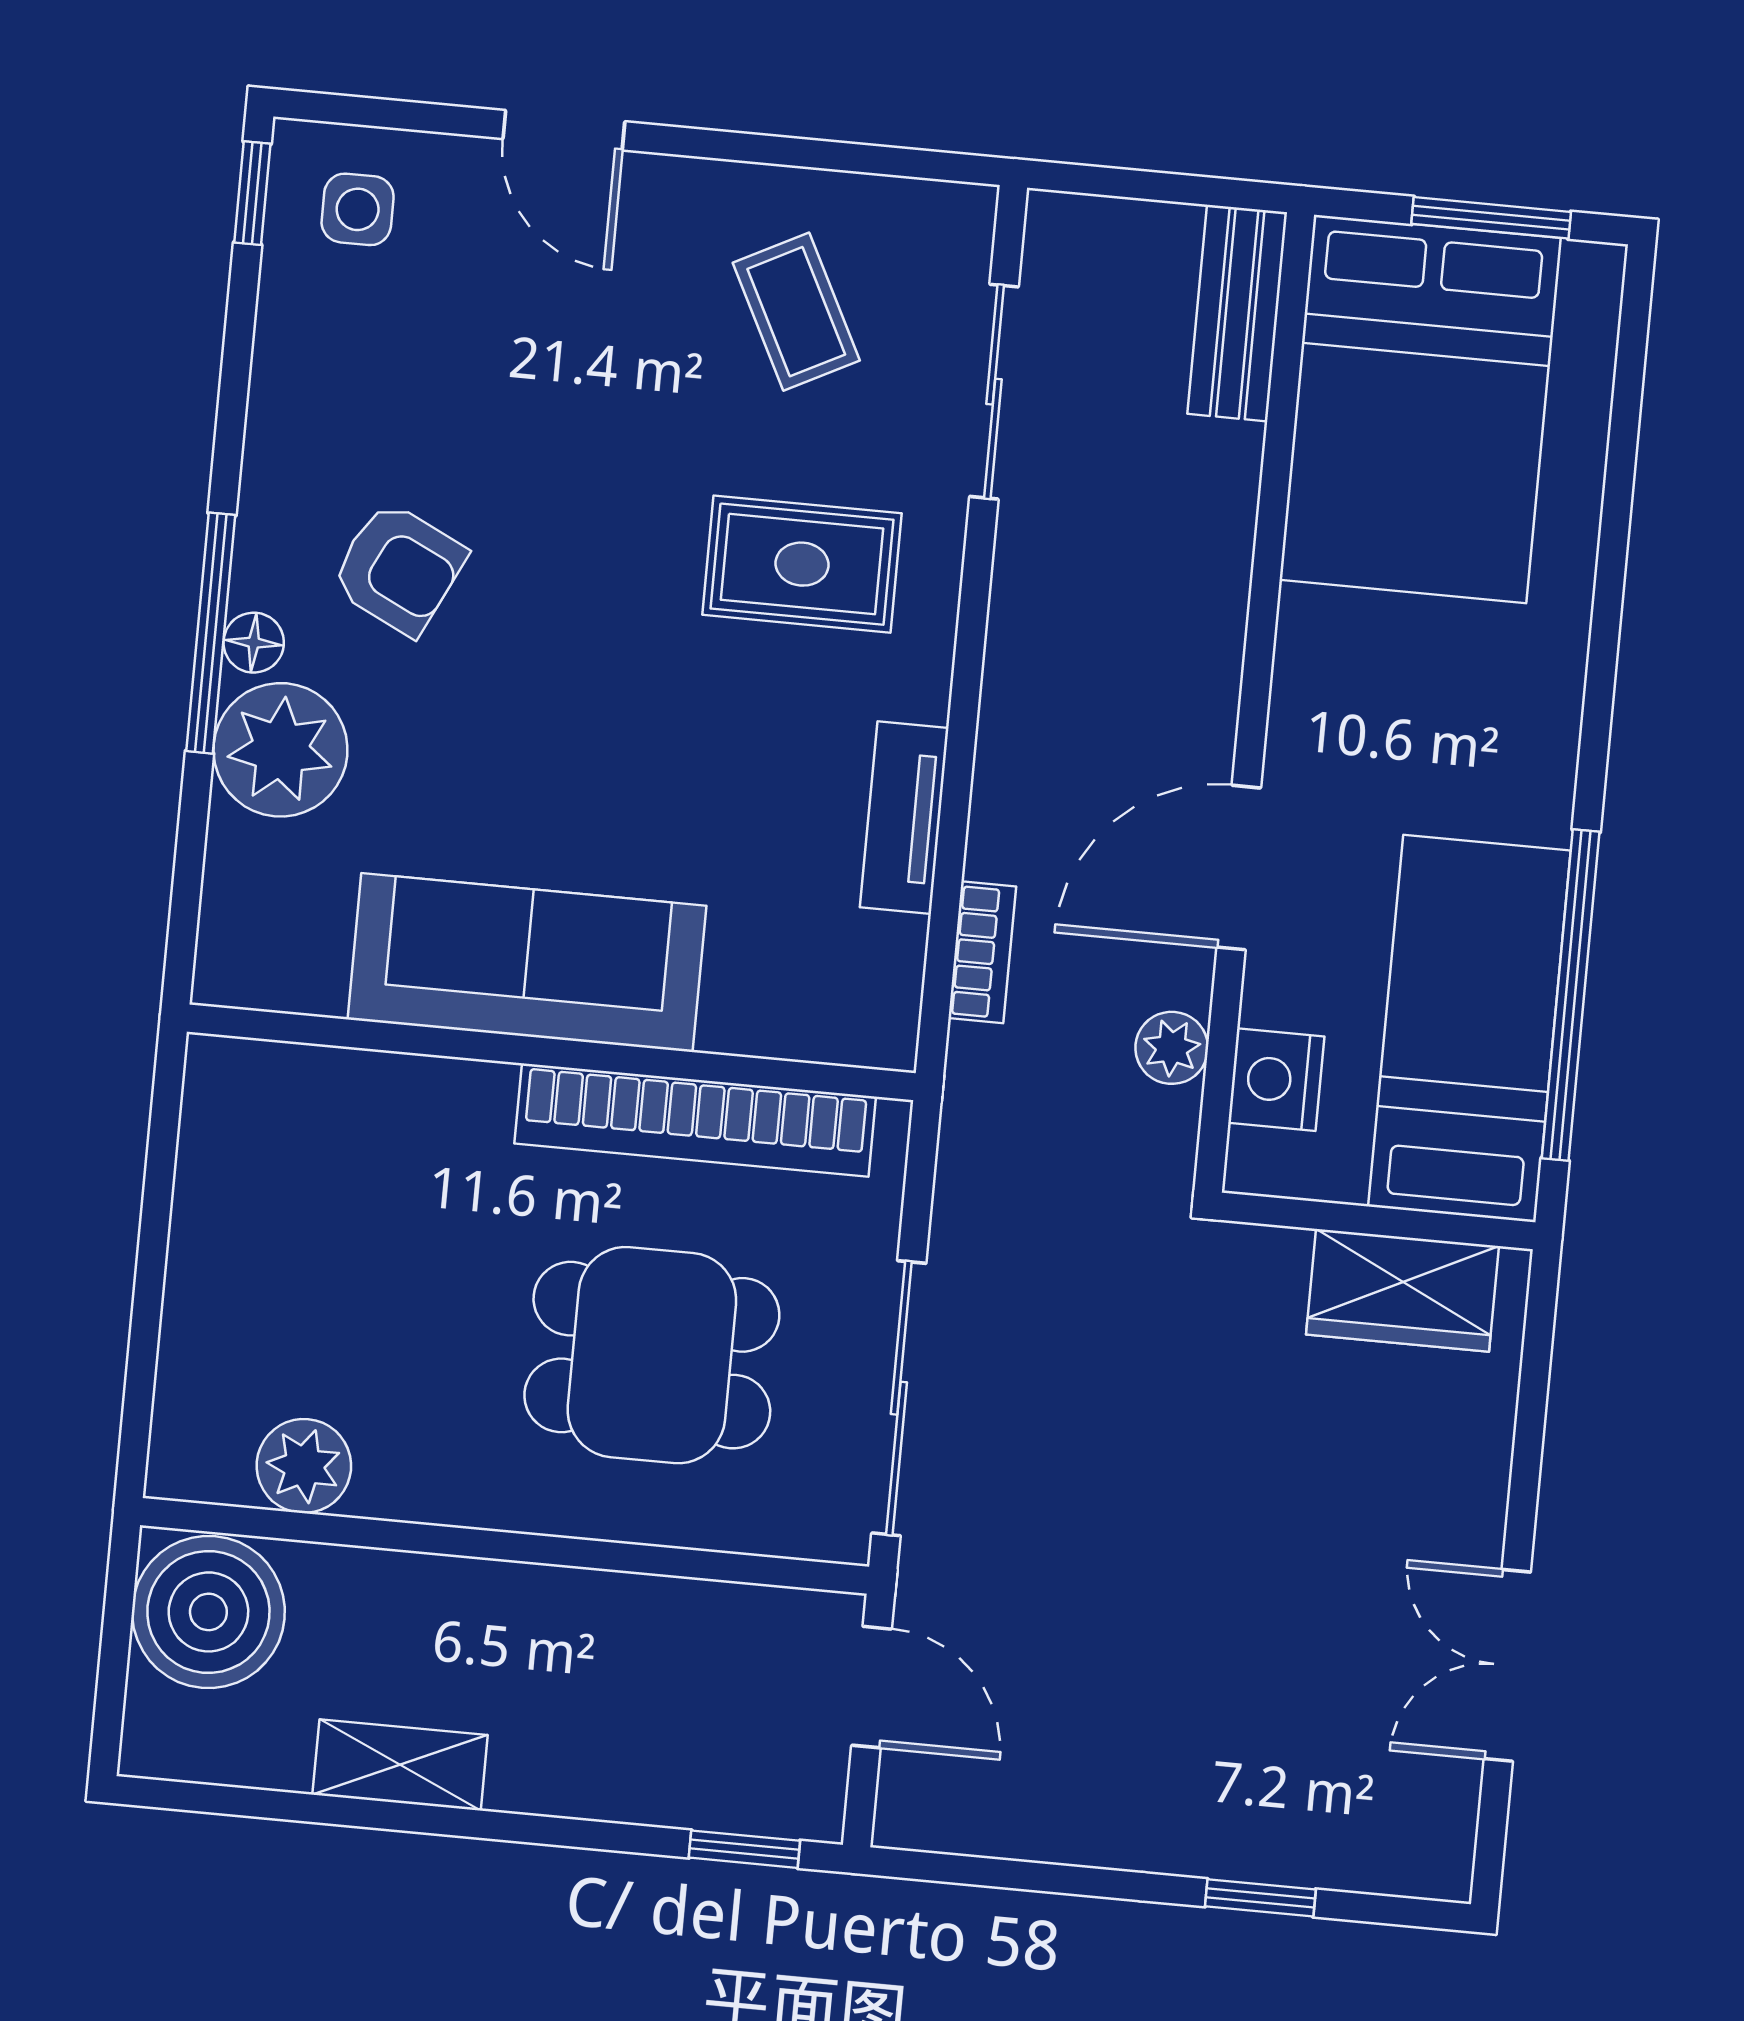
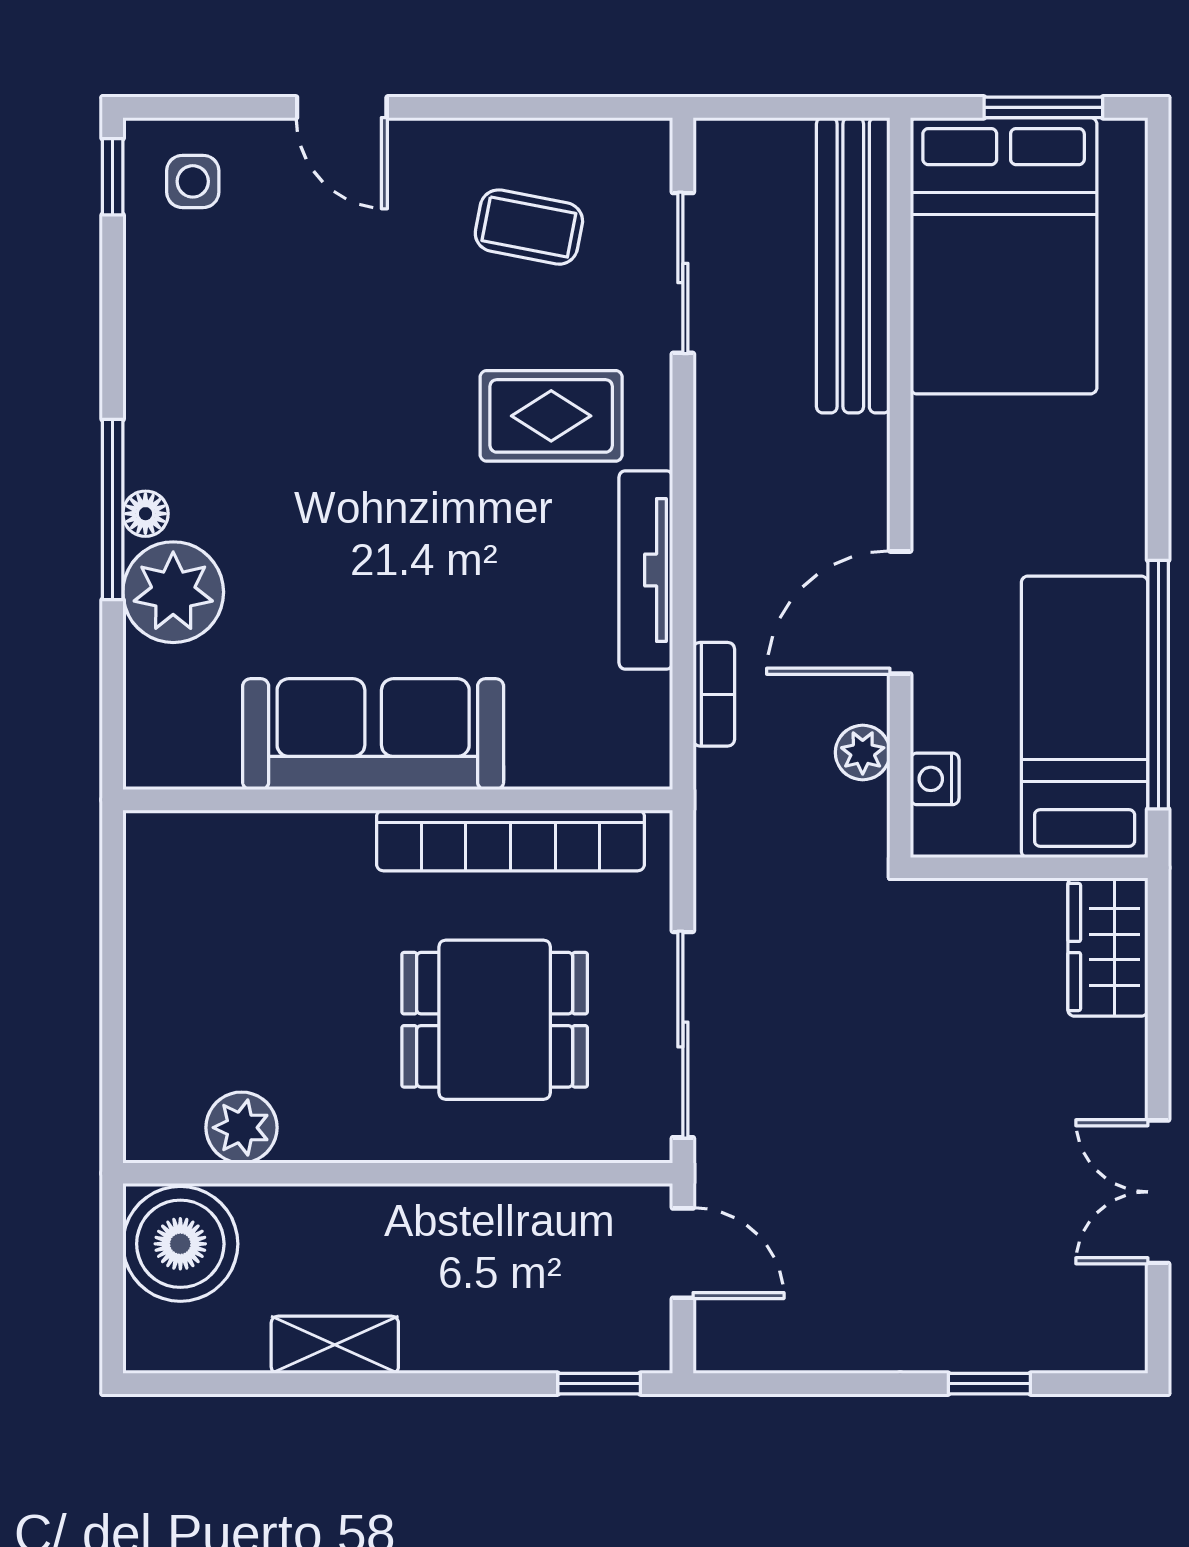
coffee table: (796, 312) -> (529, 227), turned -52
bench: (1237, 313) -> (853, 265), width x1.86, depth x1.21
armchair: (399, 568) -> (249, 448), removed
tv unit: (904, 818) -> (646, 570), width x1.41
nightstand: (1276, 1080) -> (935, 779), width x0.72, depth x0.74
wardrobe: (1402, 1290) -> (1108, 947), moved, turned 90

